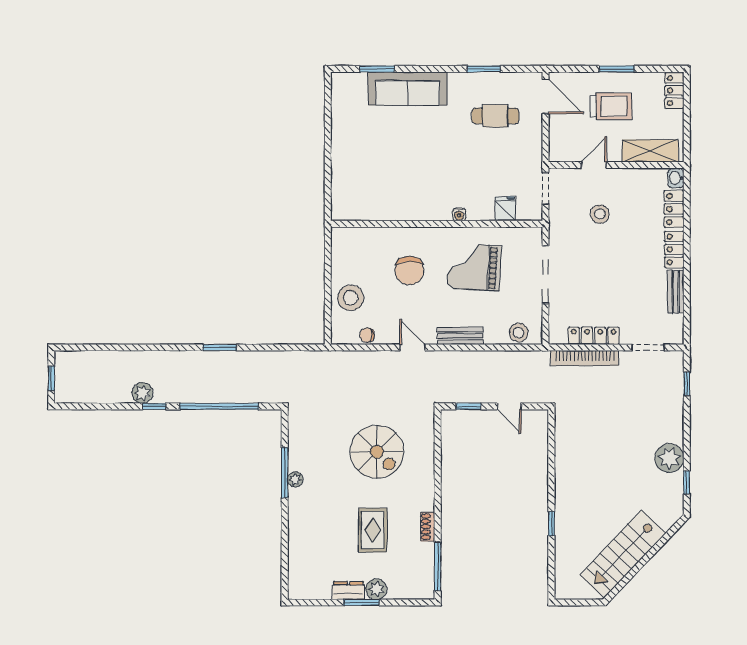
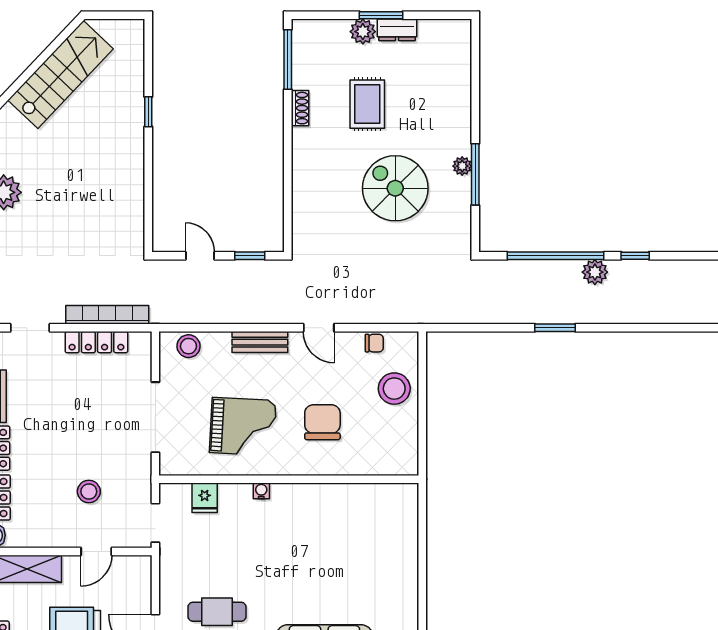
plant: (143, 393) -> (595, 272), moved
spiral stairs: (377, 452) -> (395, 188), moved

